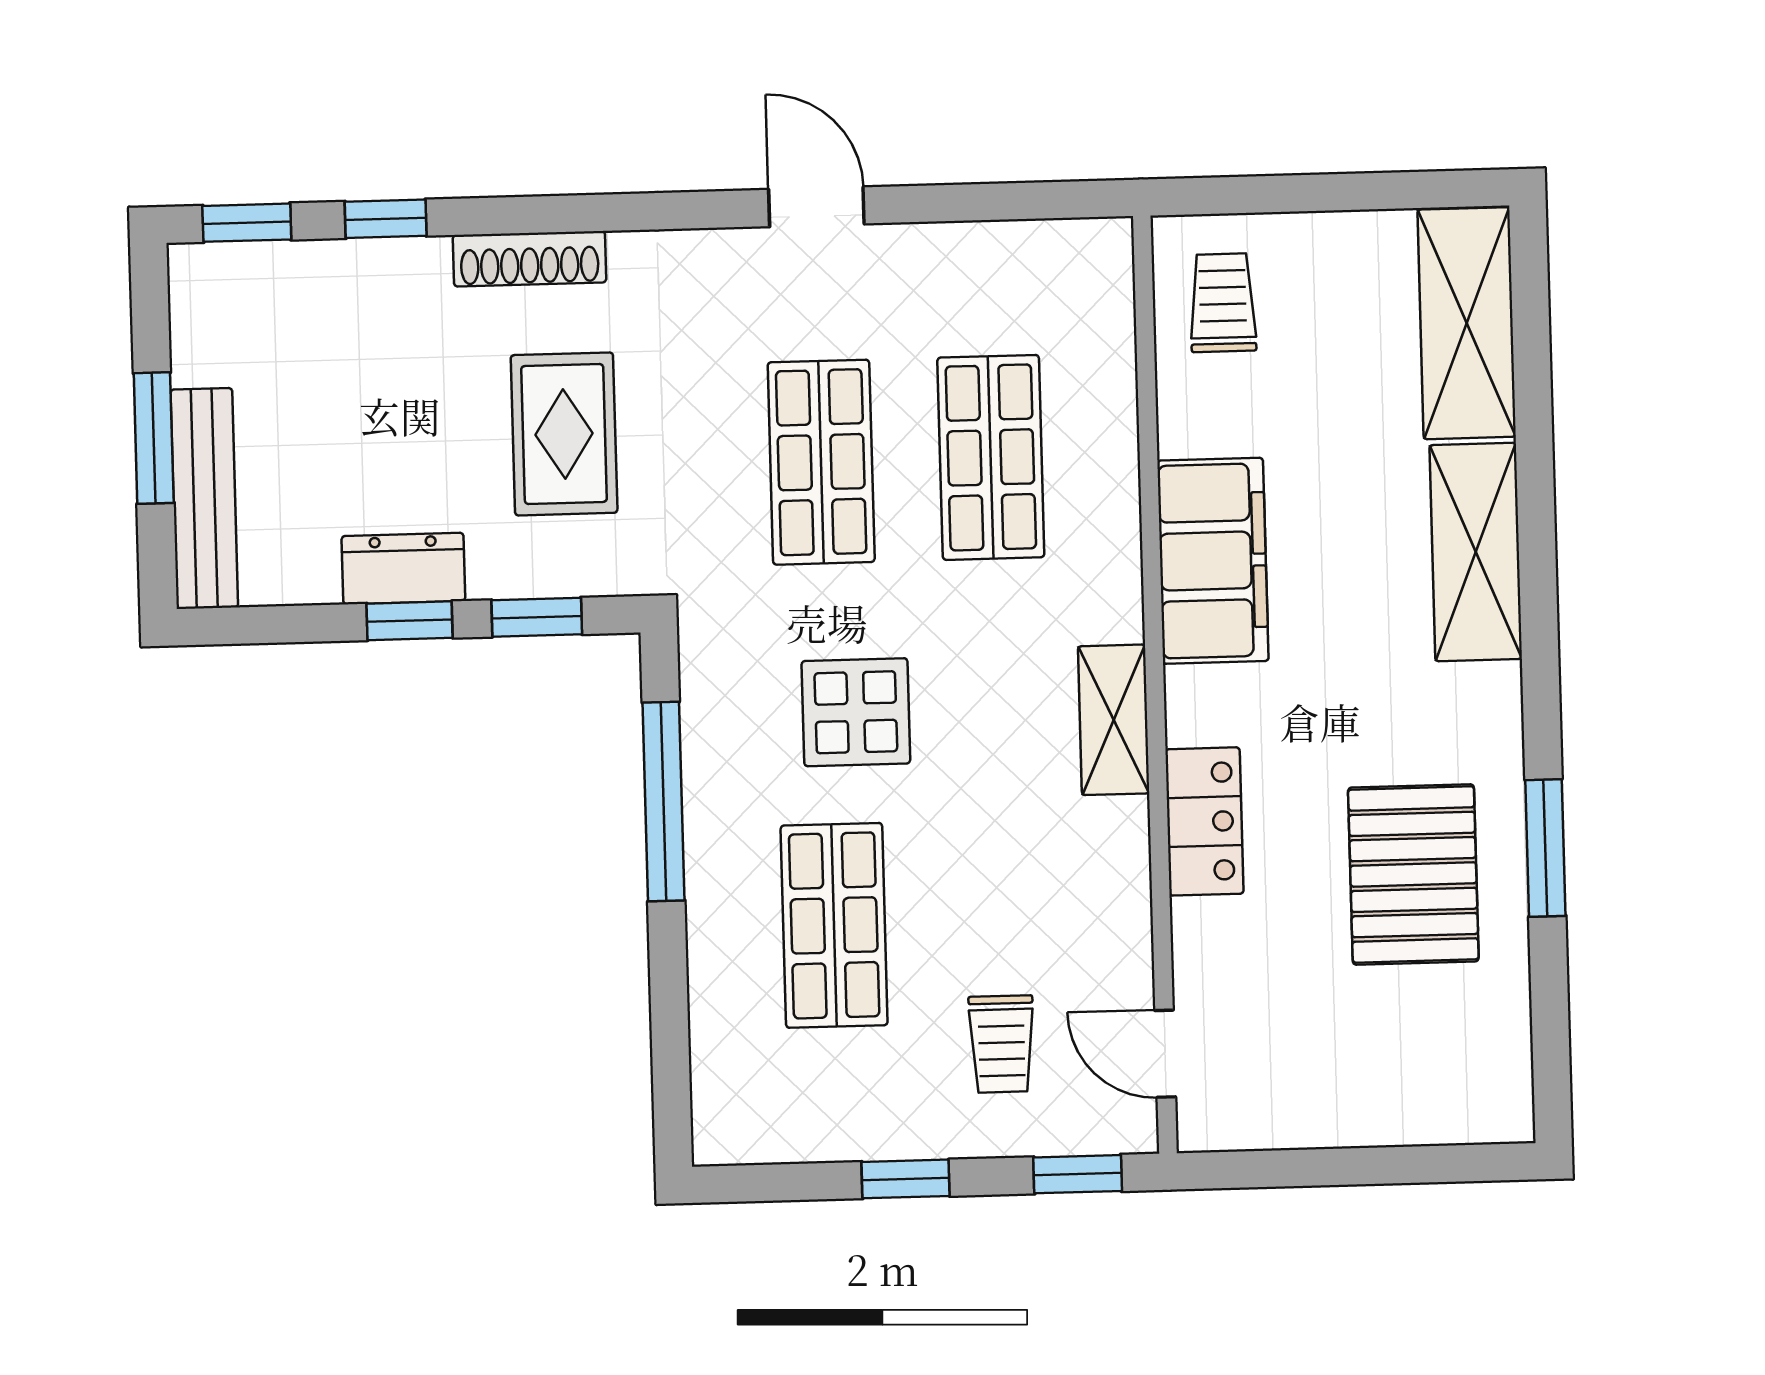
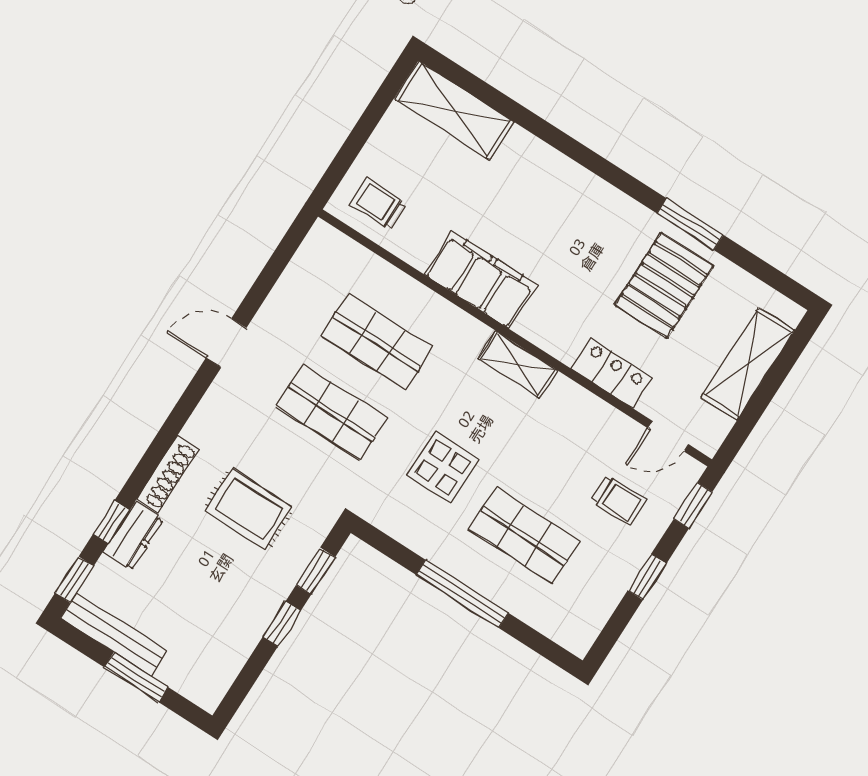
bench: (204, 498) -> (114, 634), moved
shelving: (1476, 552) -> (748, 364), moved, turned 90
dresser: (403, 569) -> (133, 536), moved, turned 180
window: (664, 802) -> (462, 594), moved
locker: (1204, 821) -> (611, 373), moved
pallet: (1413, 874) -> (664, 285), turned 90

